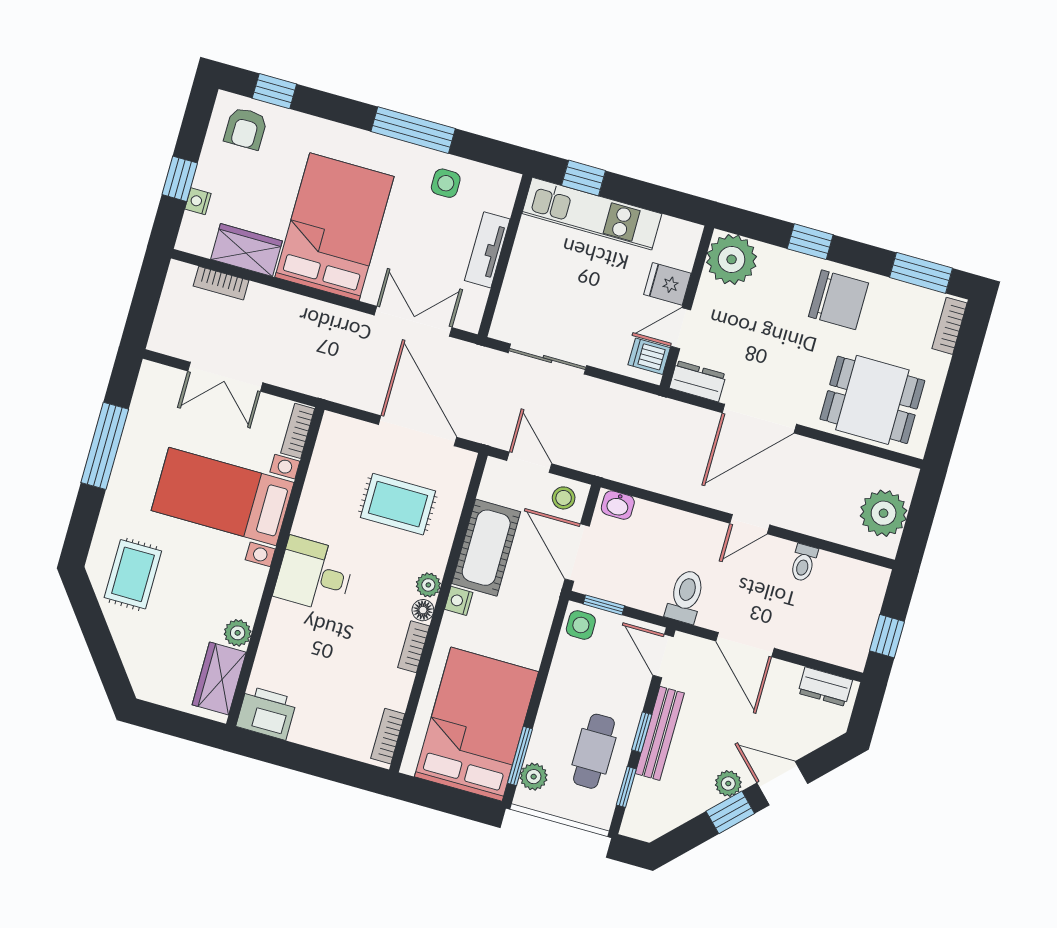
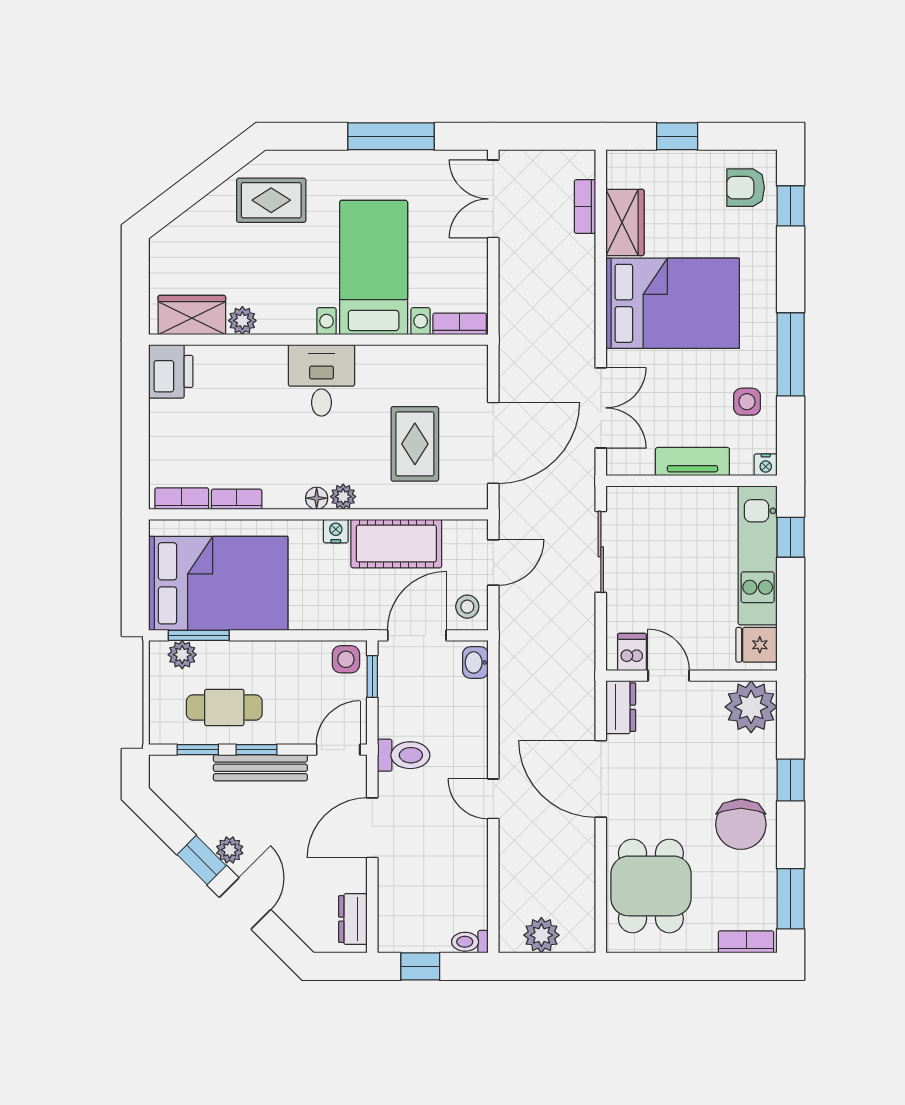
nightstand: (198, 201) -> (766, 465), moved, turned 180
fridge: (667, 284) -> (757, 645), moved, turned -90
double door: (225, 377) -> (493, 199), moved
plant: (884, 513) -> (541, 935), width x0.73, depth x0.73
toilet: (804, 563) -> (470, 942), moved
bookcase: (414, 647) -> (237, 499), moved

